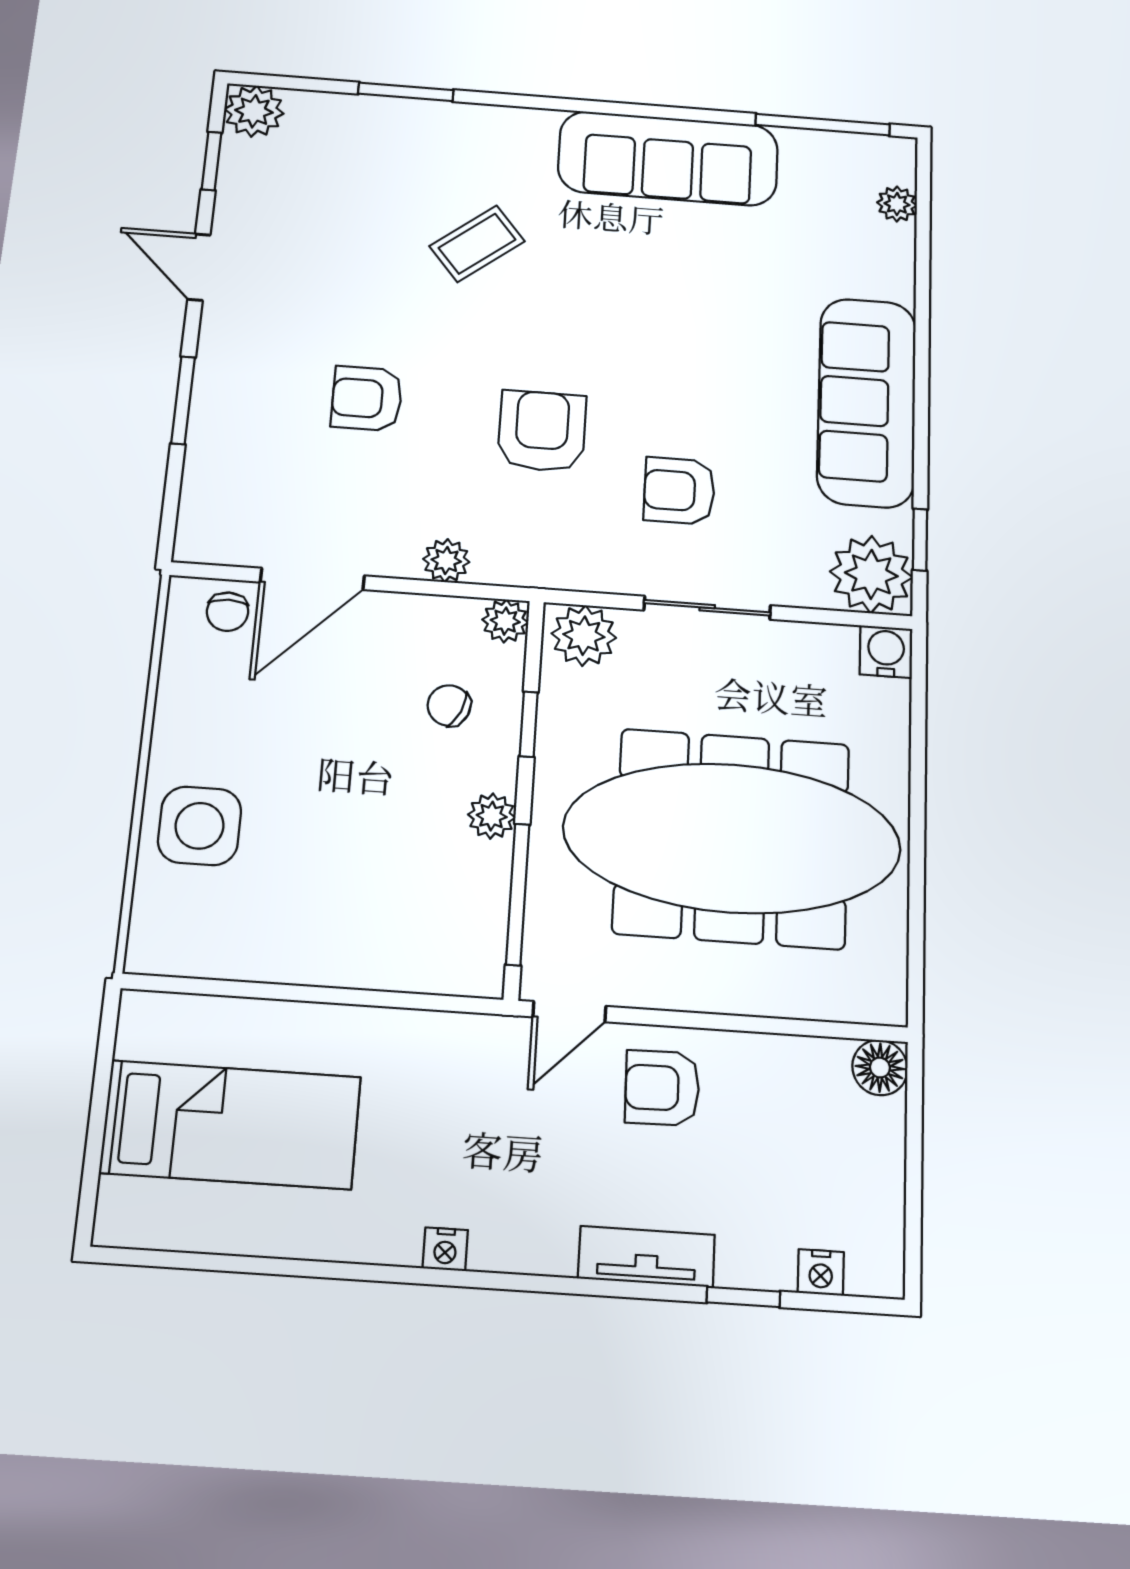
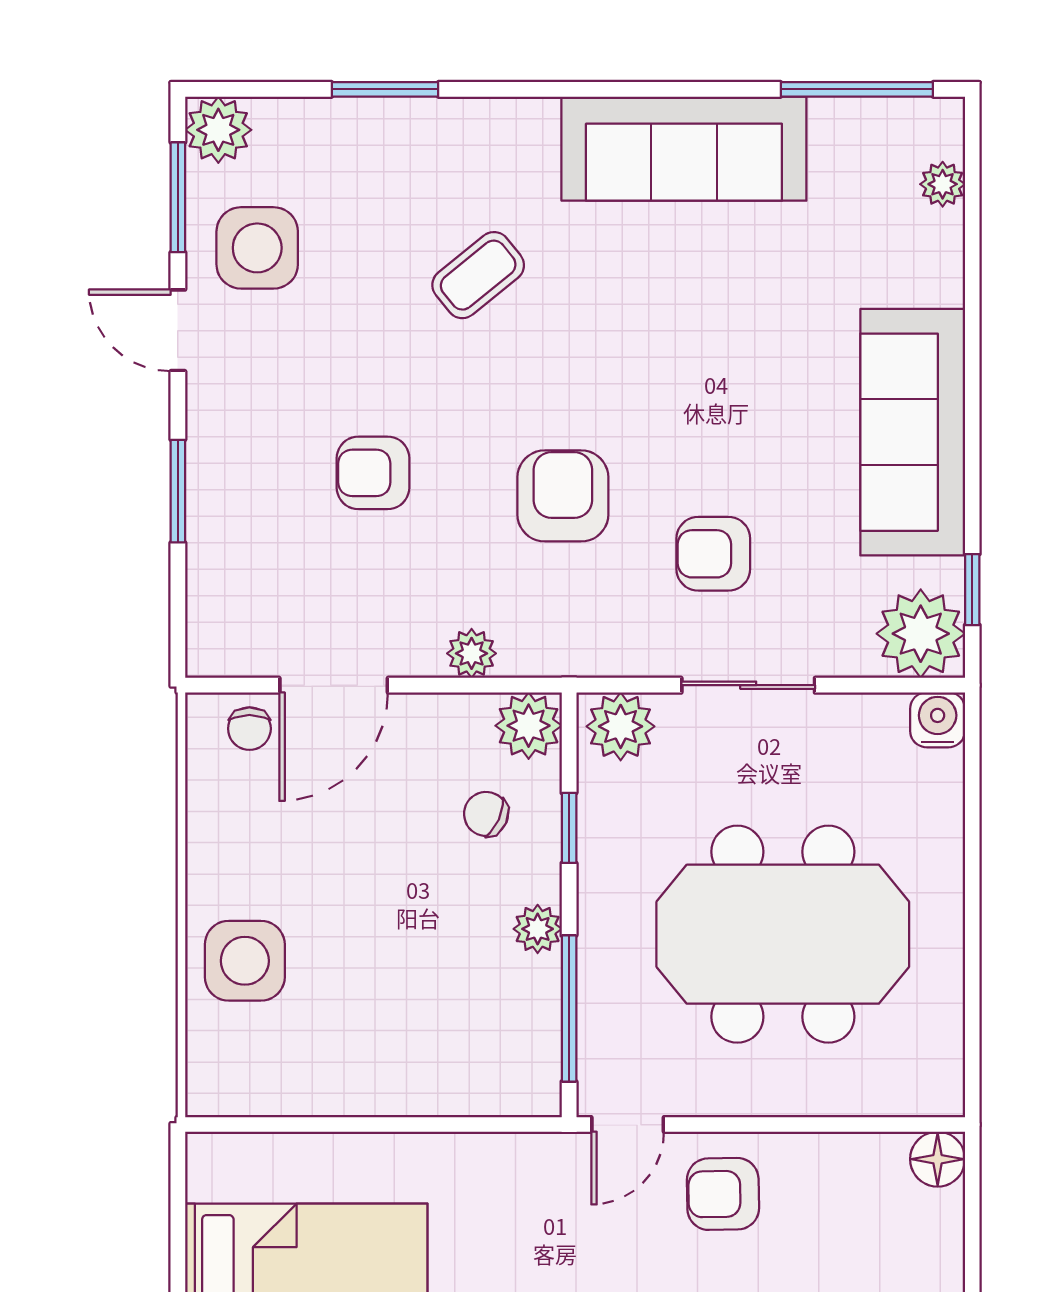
window: (212, 161) -> (178, 197), width x1.50
side table: (279, 207) -> (257, 248), added
plant: (505, 621) -> (529, 726), width x1.38, depth x1.38
meeting table: (732, 838) -> (783, 934), width x0.73

